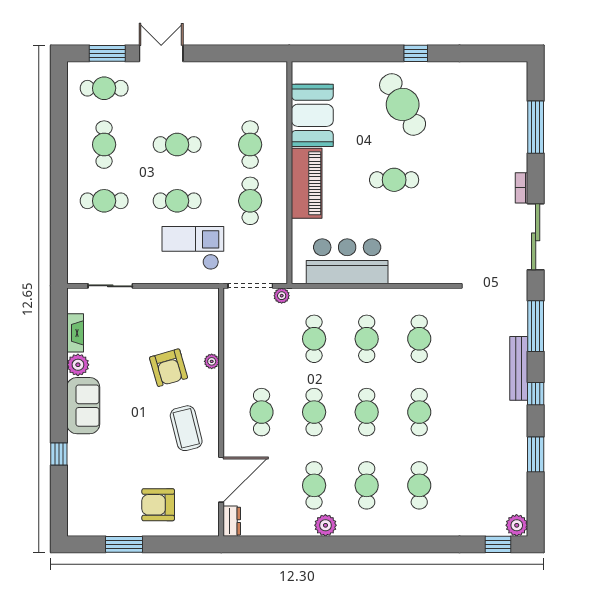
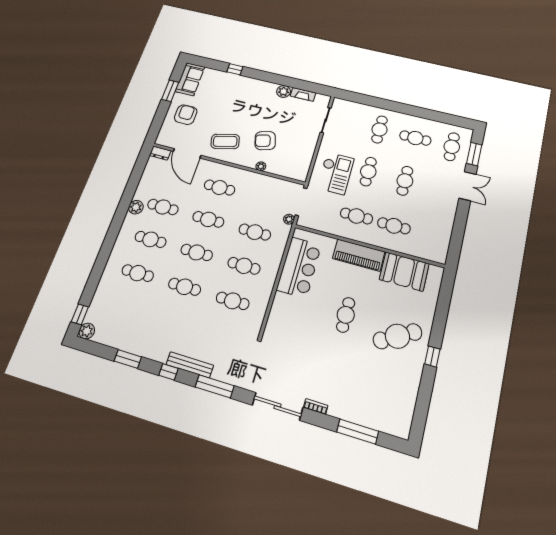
sofa: (83, 406) -> (190, 79), moved, turned -90

